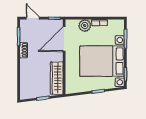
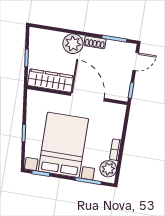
plant: (85, 26) -> (108, 169), moved
door: (64, 39) -> (87, 97), moved
plant: (27, 66) -> (73, 44), added

